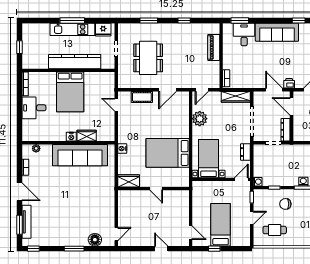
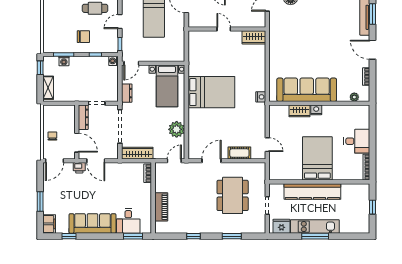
wardrobe: (129, 181) -> (254, 37), moved
wall: (153, 189) -> (227, 29), moved
door: (156, 189) -> (224, 29), moved

